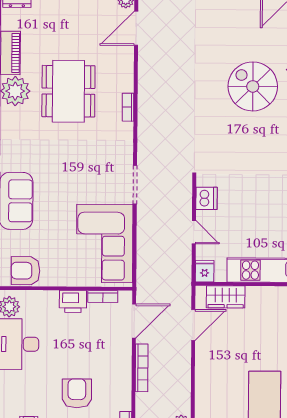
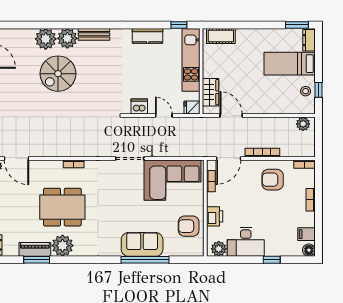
door: (194, 232) -> (164, 116), hinge flipped
armchair: (25, 271) -> (189, 226), moved, turned 90
printer: (73, 301) -> (215, 216), moved
door: (134, 321) -> (228, 158), swing flipped
armchair: (77, 393) -> (273, 180), moved

